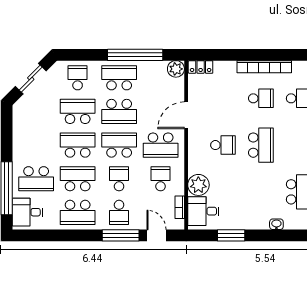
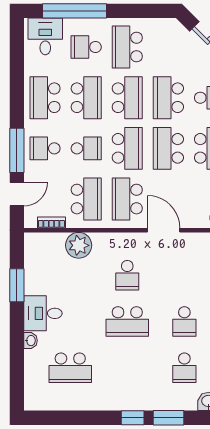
school desk: (78, 111) -> (168, 98), turned 180
school desk: (36, 145) -> (127, 47), added
school desk: (36, 179) -> (86, 47), width x0.54
school desk: (161, 179) -> (86, 199), width x1.85
desk: (203, 211) -> (43, 313), moved, turned -90

